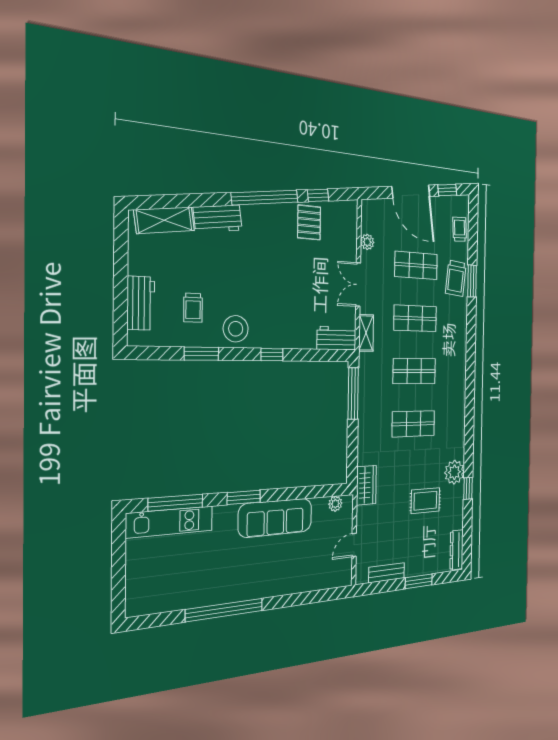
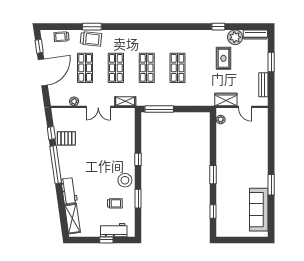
window: (121, 287) -> (106, 240), added
workbench: (337, 338) -> (129, 120), removed
plant: (454, 472) -> (235, 37), moved
wardrobe: (366, 485) -> (226, 99), moved
window: (176, 503) -> (213, 212), width x0.46
sofa: (275, 518) -> (259, 210), moved, turned 180
kitchen unit: (170, 522) -> (223, 215), removed
window: (224, 610) -> (271, 185), width x0.47

